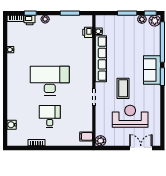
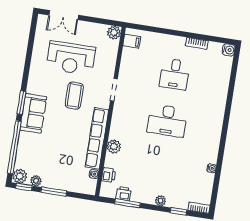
printer: (30, 20) -> (123, 194), moved
plant: (87, 54) -> (114, 147), added
desk: (50, 81) -> (167, 121), width x0.73, depth x0.77
water cooler: (12, 125) -> (229, 50), moved

